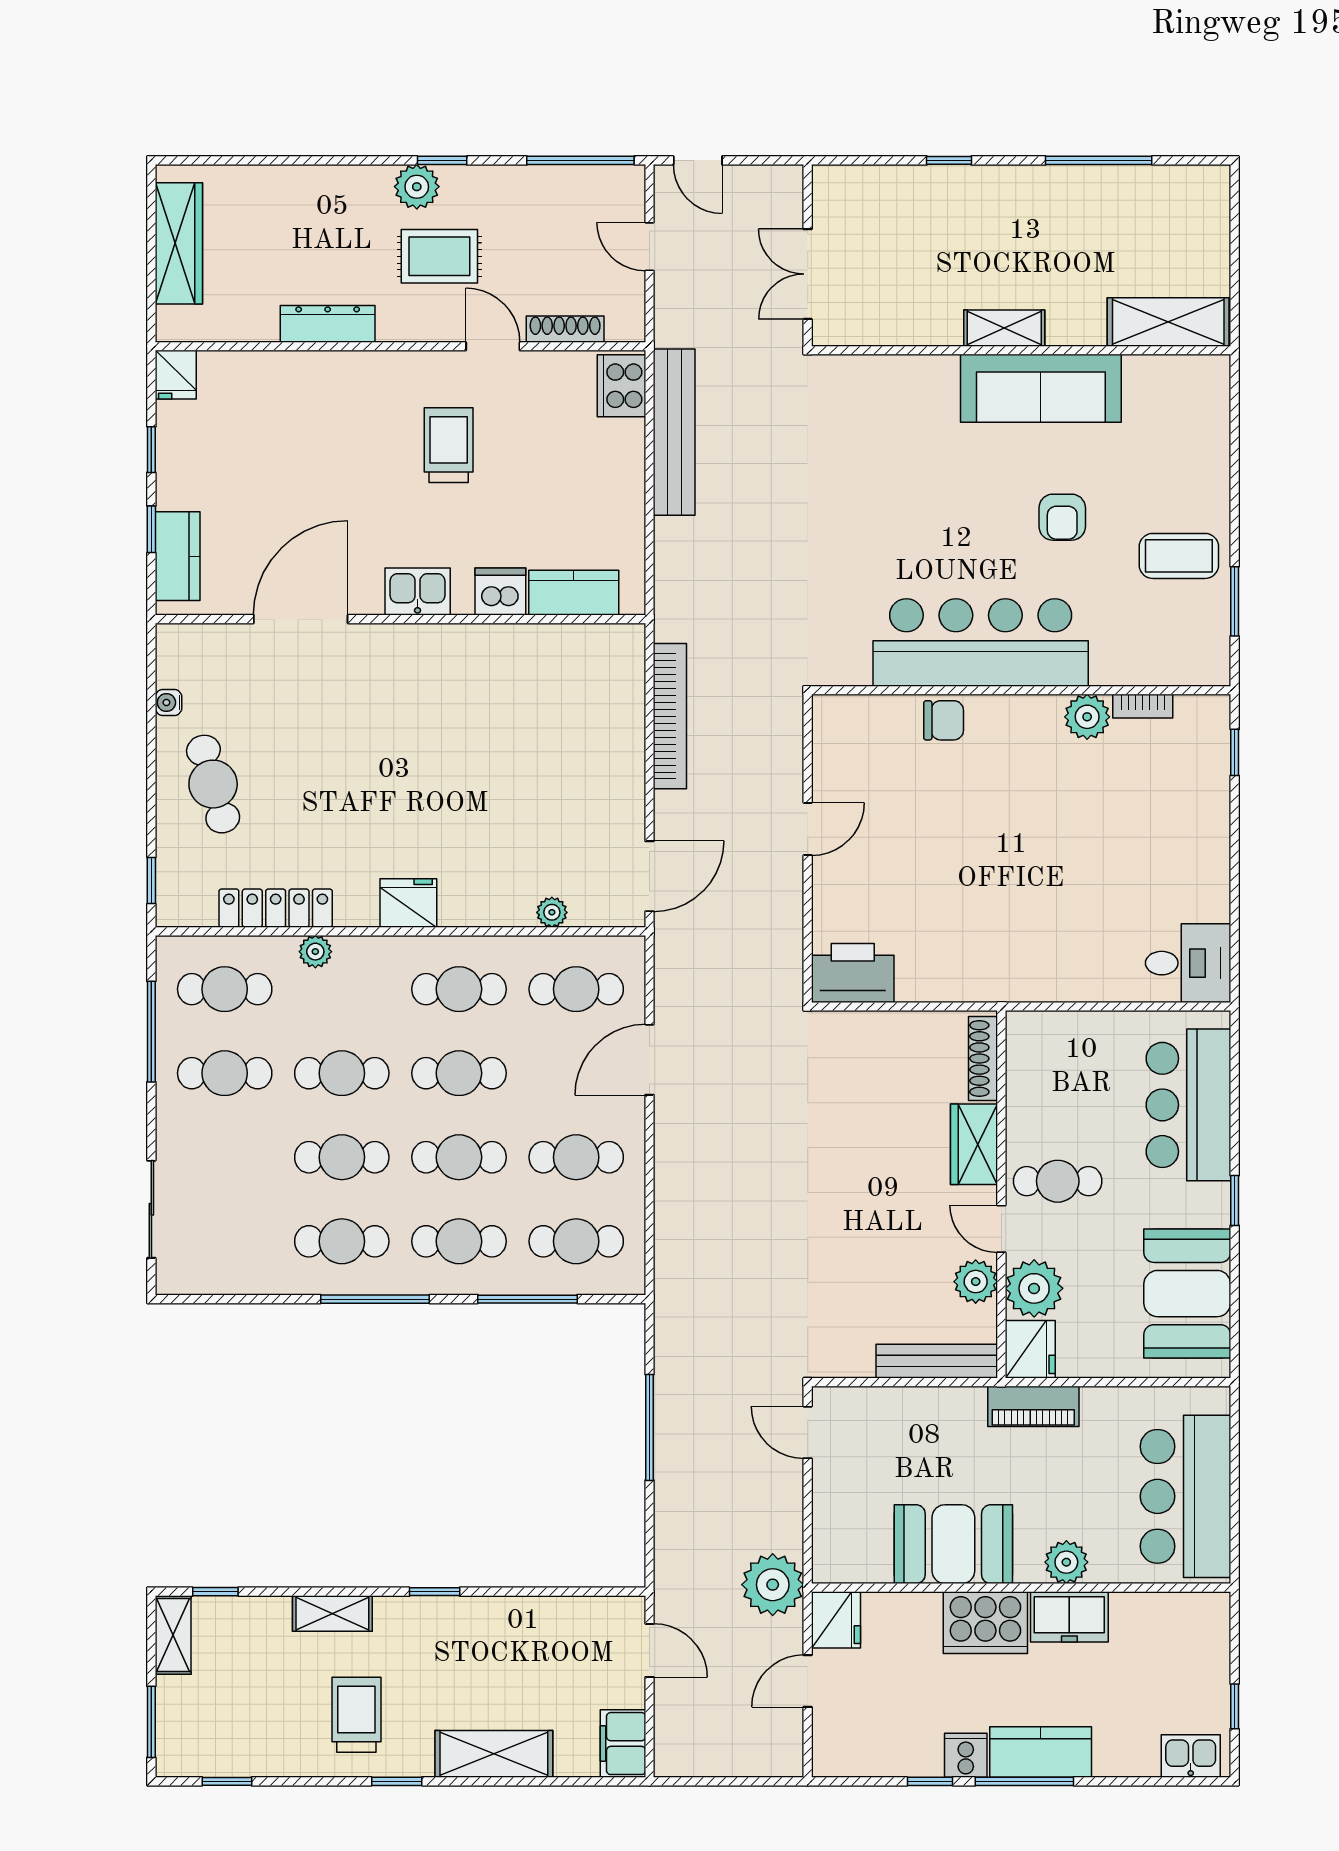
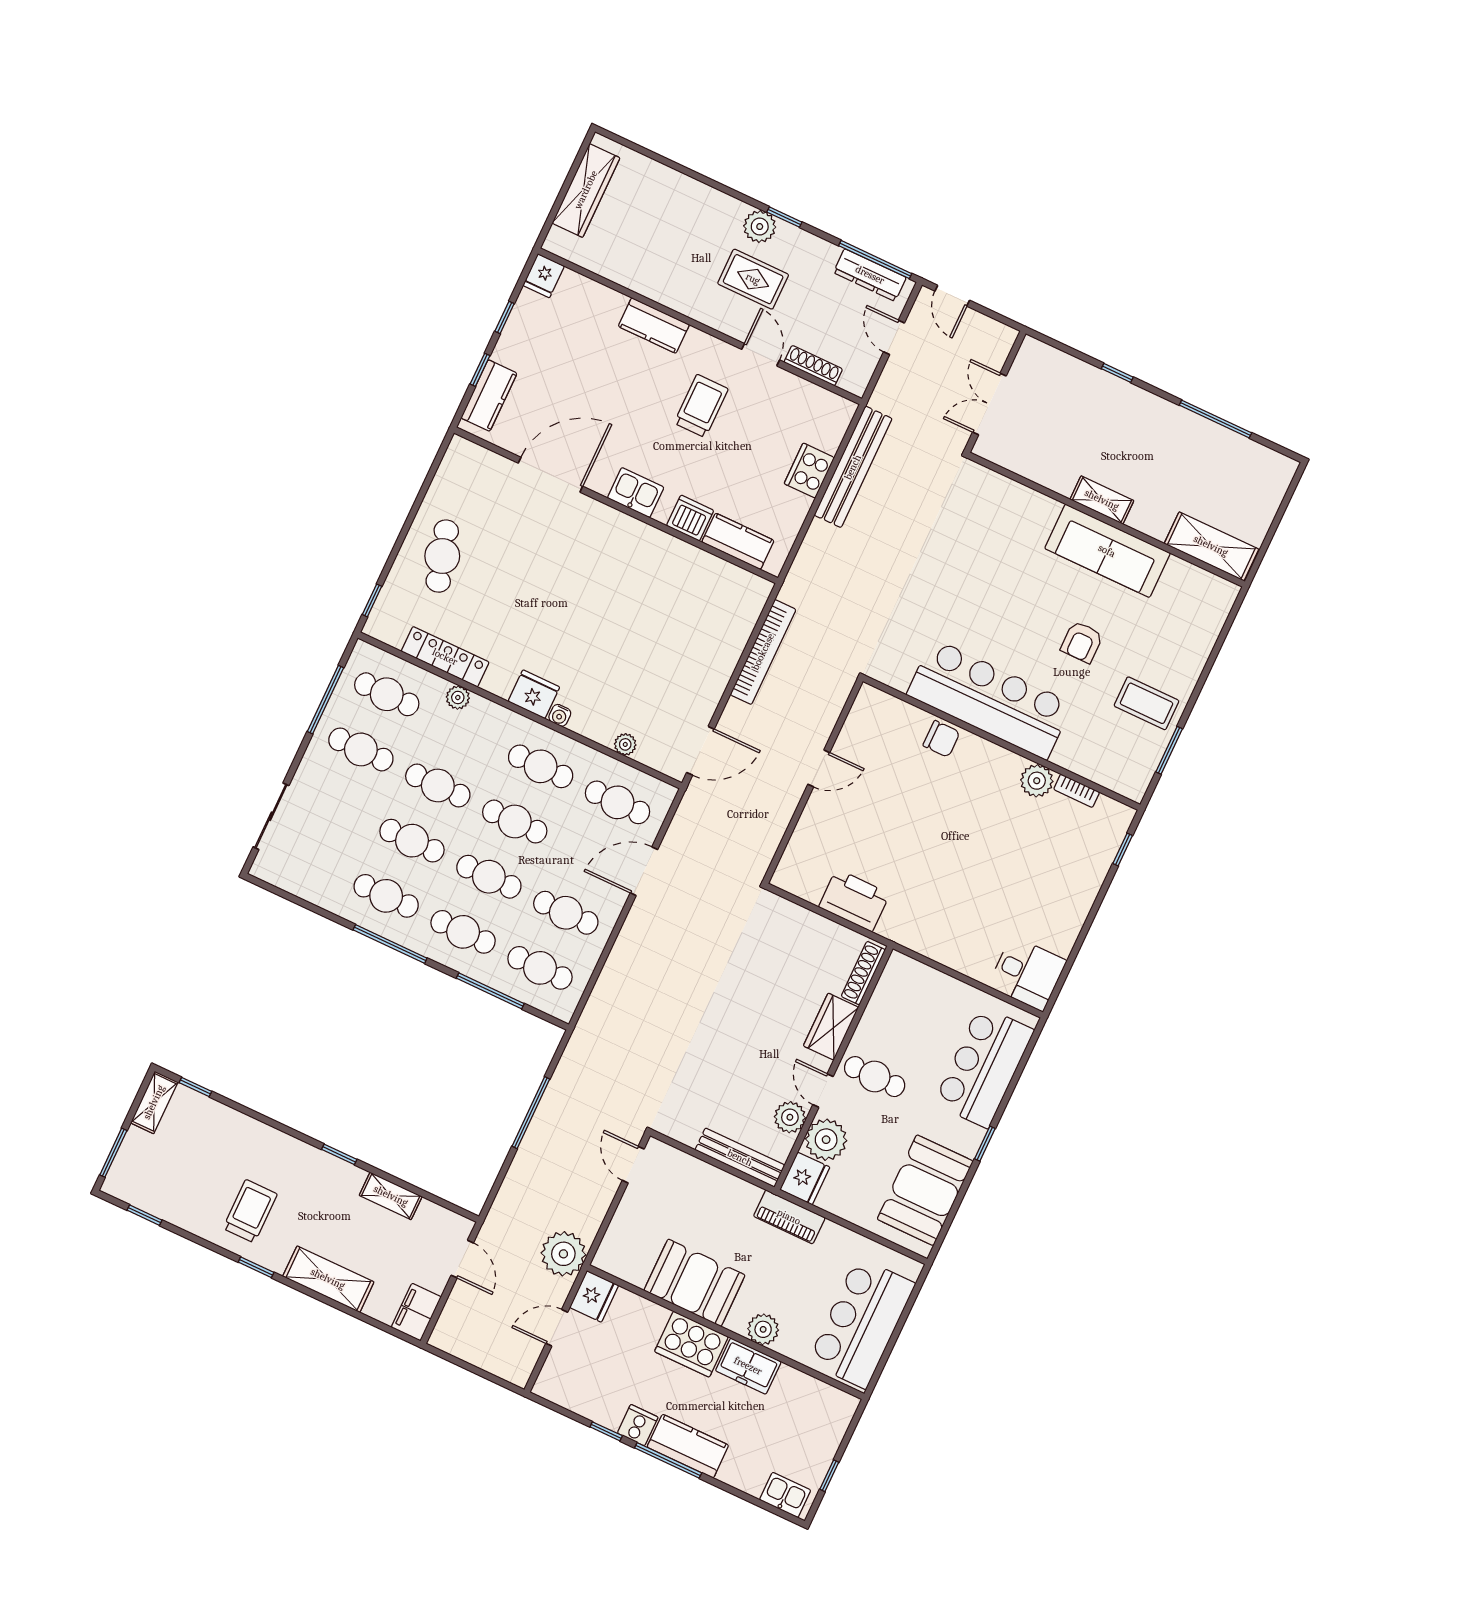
dresser: (328, 324) -> (870, 275), moved, turned 180
kitchen counter: (342, 372) -> (654, 326), added
cooker: (621, 386) -> (809, 471), moved
water cooler: (169, 703) -> (560, 715), moved, turned -90
printer: (853, 973) -> (854, 900), moved
shelving: (332, 1613) -> (391, 1196), moved

